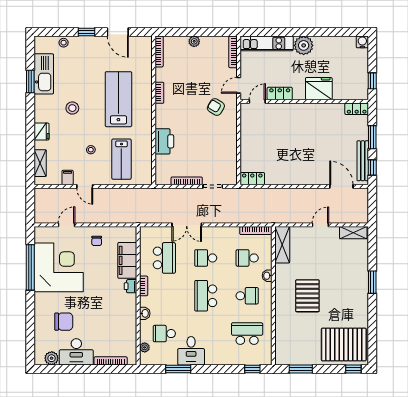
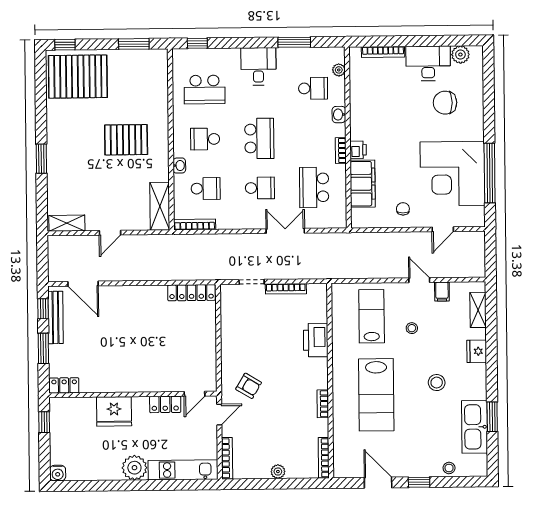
locker: (252, 179) -> (191, 293), width x1.53
pallet: (307, 296) -> (126, 140), turned 90
desk: (191, 351) -> (258, 66), moved

